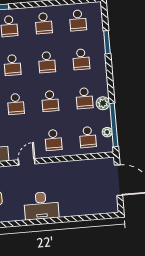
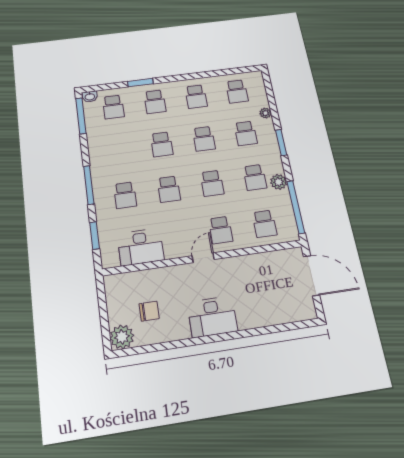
window: (107, 42) -> (281, 143), moved
plant: (107, 132) -> (265, 113), moved
door: (27, 162) -> (203, 258), moved

